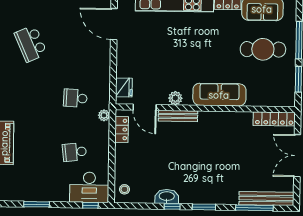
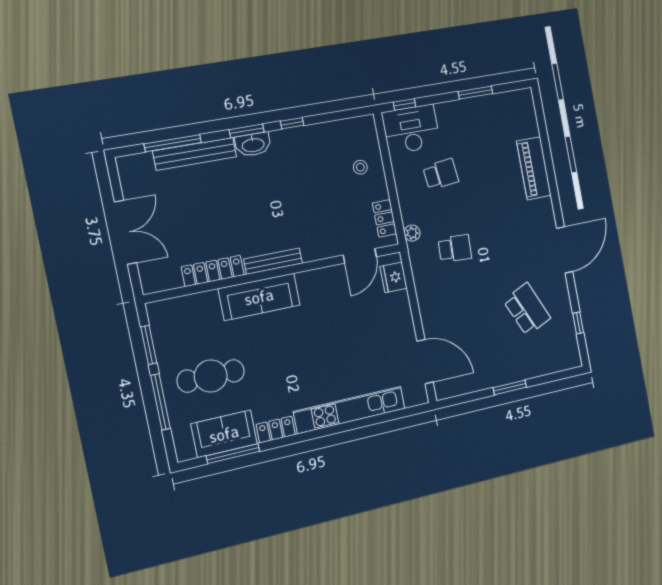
plant: (175, 98) -> (320, 278), removed
door: (145, 107) -> (360, 256), swing flipped
bench: (178, 116) -> (273, 261), moved
locker: (274, 119) -> (213, 271), moved
stool: (124, 189) -> (360, 167), moved
washbasin: (167, 197) -> (253, 145), moved
bench: (266, 198) -> (195, 154), moved

